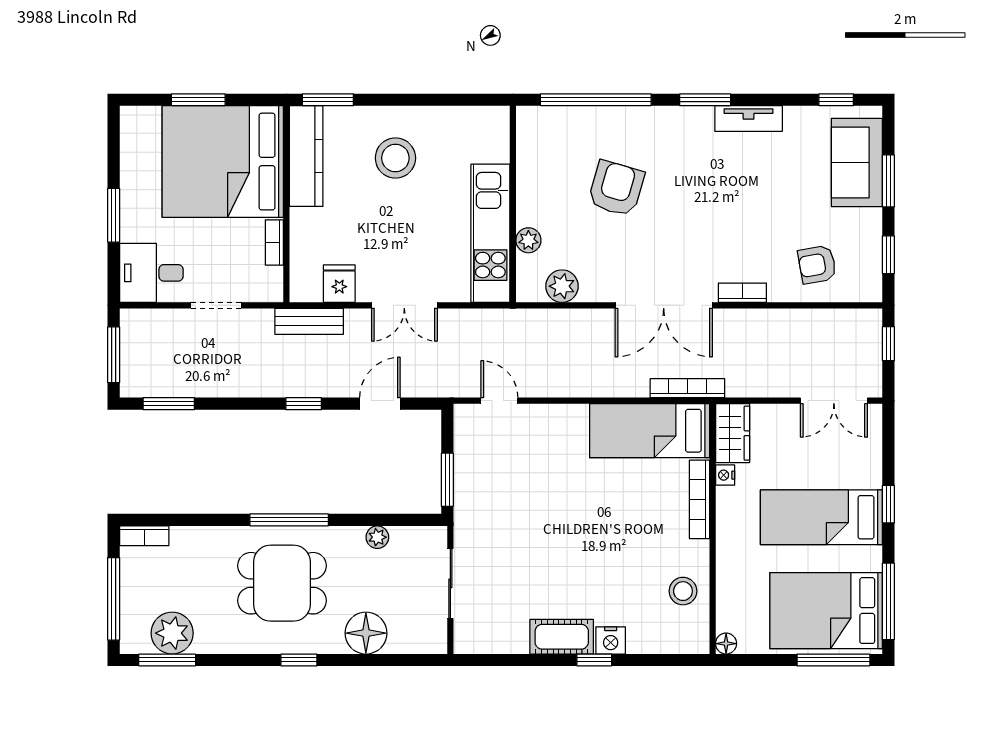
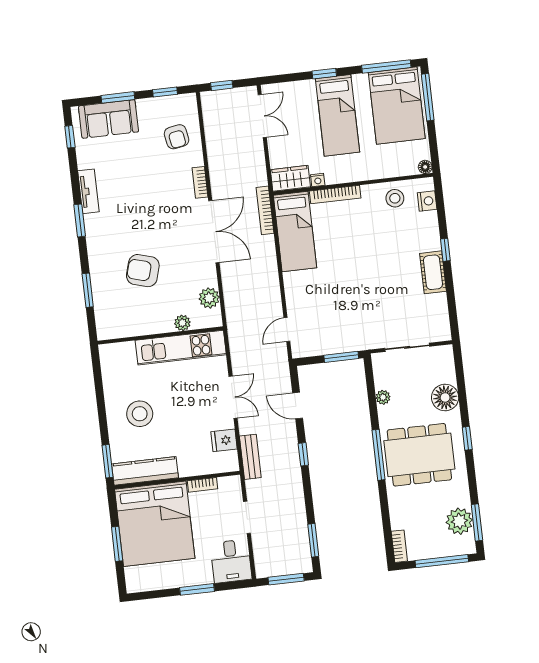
window: (596, 100) -> (88, 290), width x0.47
dining table: (282, 583) -> (419, 455), width x1.38
nightstand: (611, 640) -> (427, 201), moved

